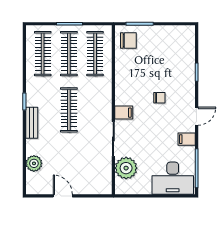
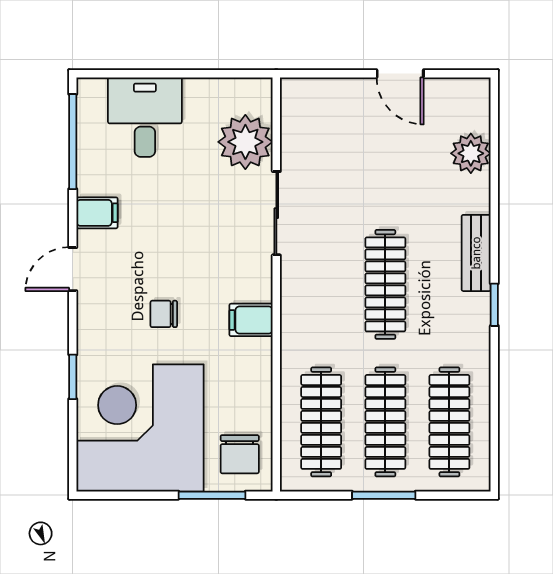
chair: (128, 41) -> (240, 454), turned -90
corner desk: (169, 51) -> (140, 428), added
filing cabinet: (124, 113) -> (251, 320), moved
desk: (173, 178) -> (145, 117), width x0.73

